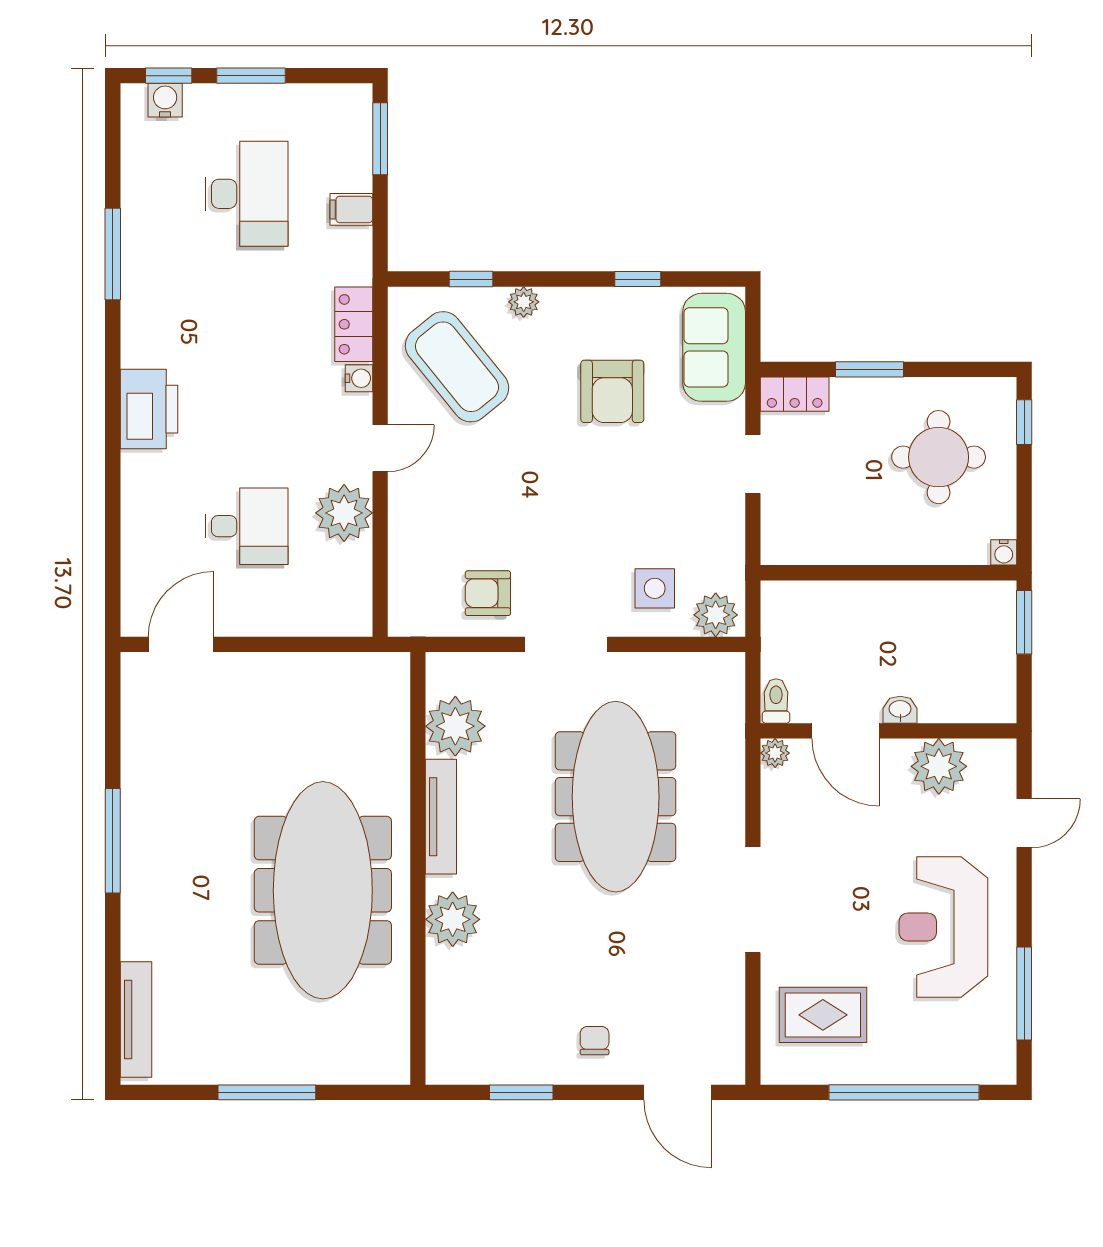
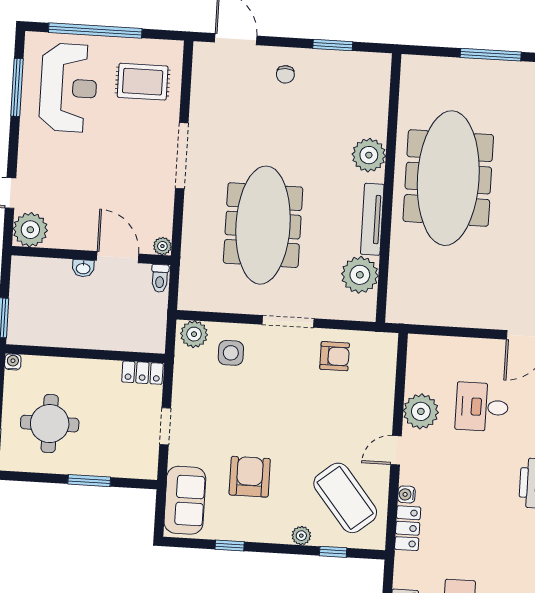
locker: (795, 394) -> (142, 373), moved, turned 180
plant: (939, 766) -> (30, 230), moved
reception desk: (943, 927) -> (69, 88), moved

